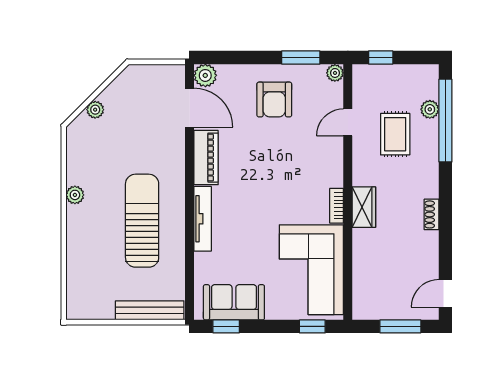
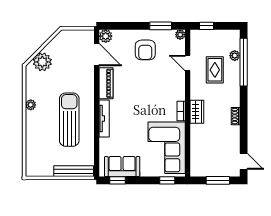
plant: (95, 110) -> (42, 62), width x1.88, depth x1.88
door: (348, 122) -> (188, 63), hinge flipped
door: (445, 293) -> (244, 161), swing flipped

